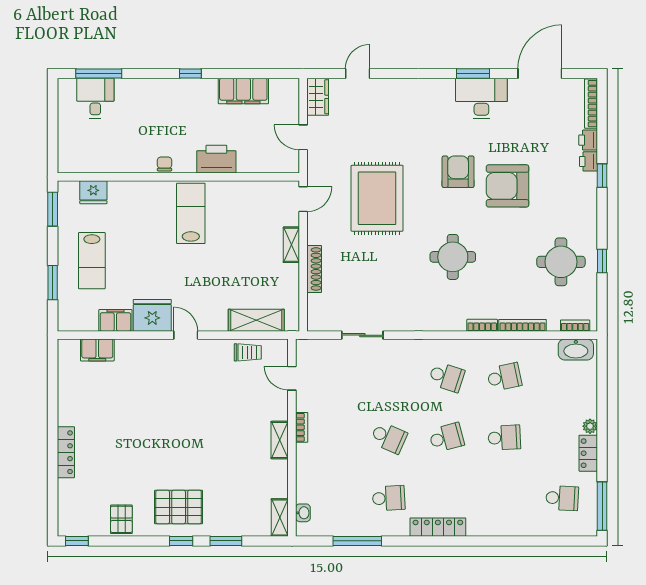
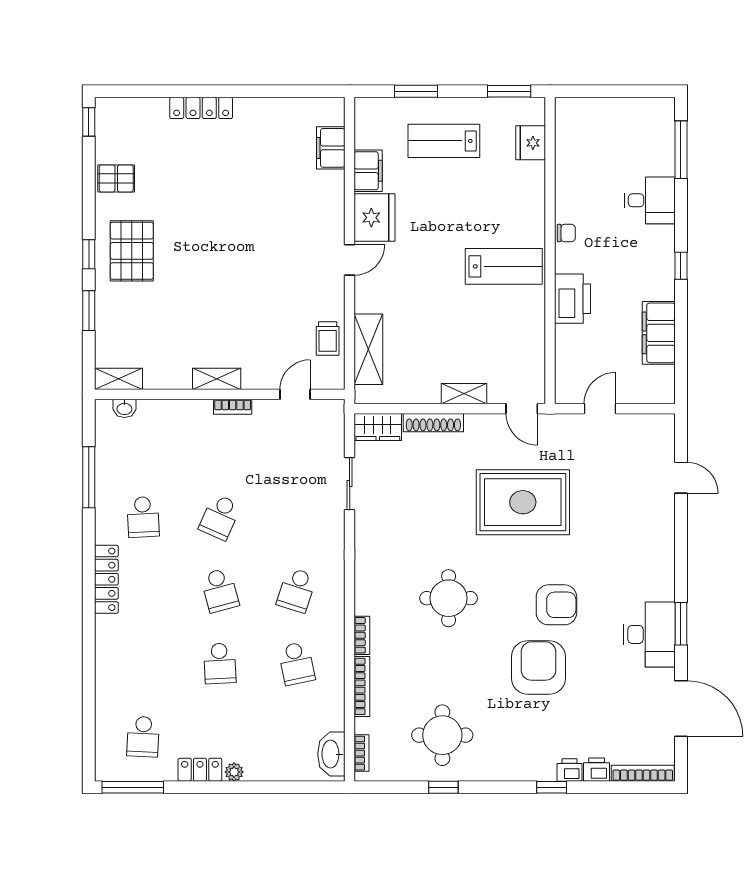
wardrobe: (318, 97) -> (378, 427), moved
desk: (95, 98) -> (650, 200), moved

